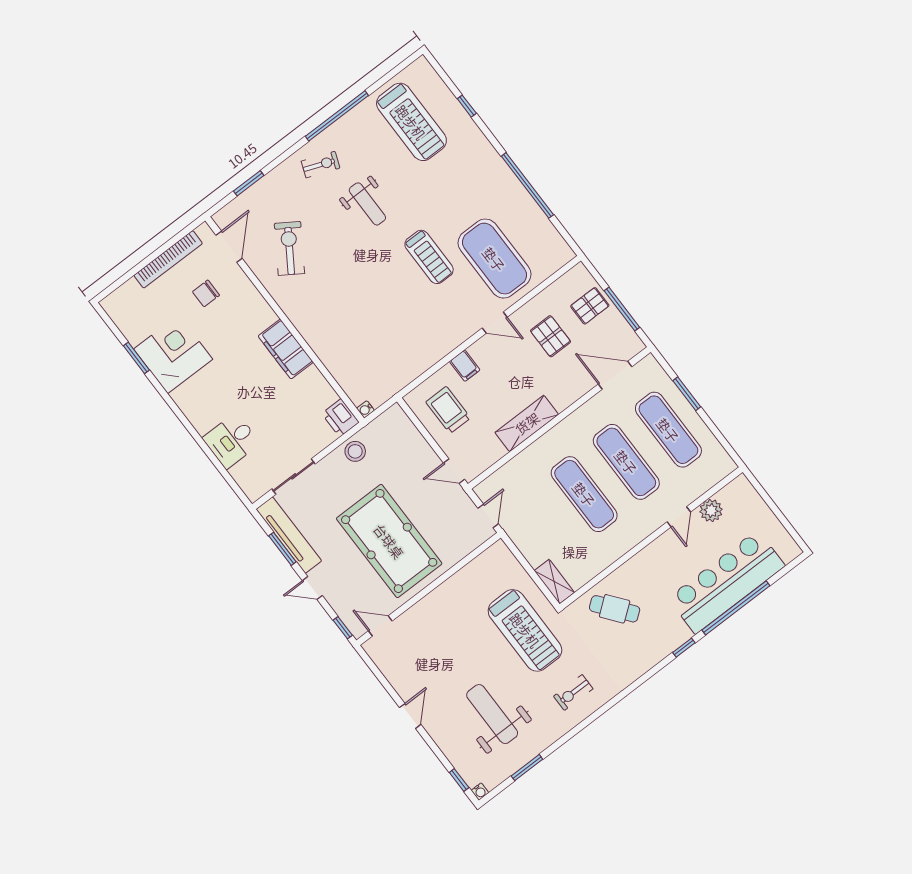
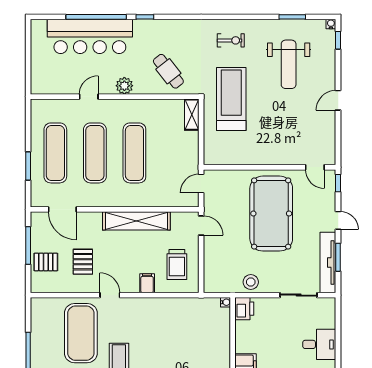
shelving: (527, 423) -> (136, 221), width x1.47
plant: (711, 511) -> (124, 86), moved

